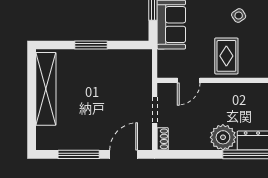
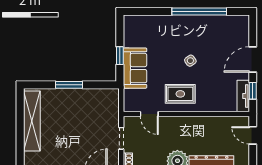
rug: (226, 56) -> (180, 94), turned 90
door: (189, 80) -> (149, 114), hinge flipped

